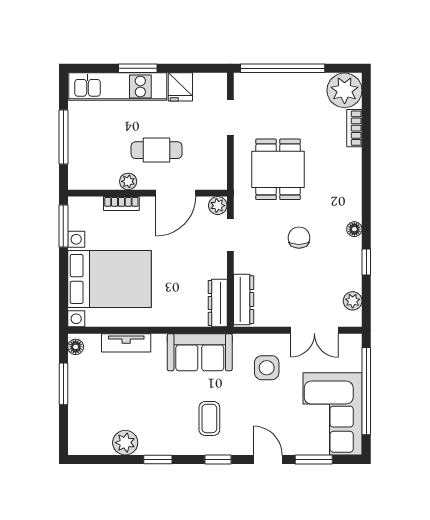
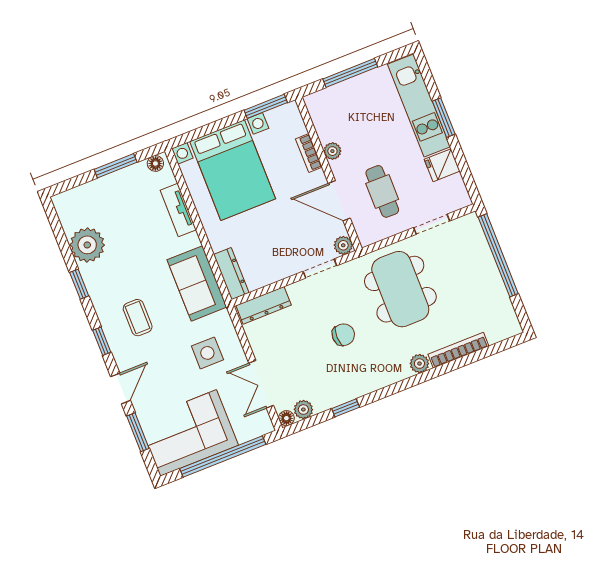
plant: (345, 90) -> (419, 364), moved, width x0.53, depth x0.53
bookcase: (354, 128) -> (458, 350), width x1.56
cafe table: (157, 150) -> (382, 191), moved
dining table: (278, 169) -> (400, 289), width x1.38
floor lamp: (354, 229) -> (286, 418), moved
dresser: (218, 303) -> (231, 274), moved, turned 90
coffee table: (209, 418) -> (138, 318), turned 90
plant: (125, 443) -> (87, 245), width x1.36, depth x1.36

